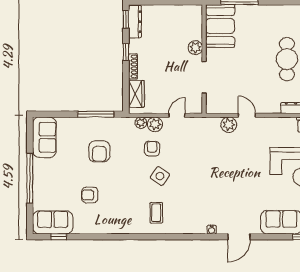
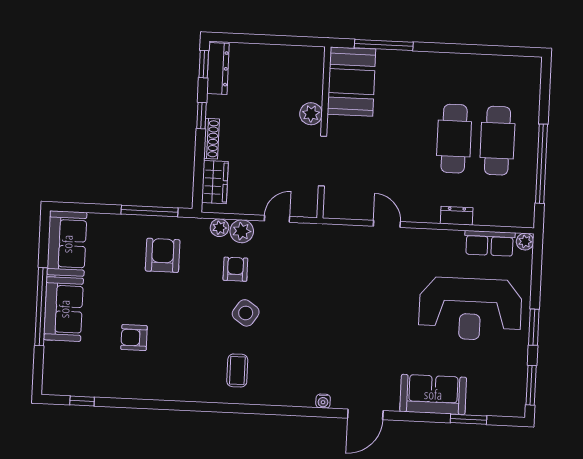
plant: (229, 125) -> (358, 237), removed
armchair: (99, 151) -> (163, 255), moved, turned 180
sofa: (53, 222) -> (64, 309), moved, turned 90

